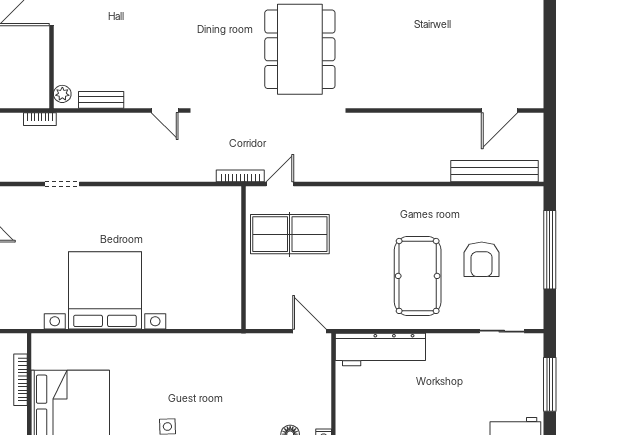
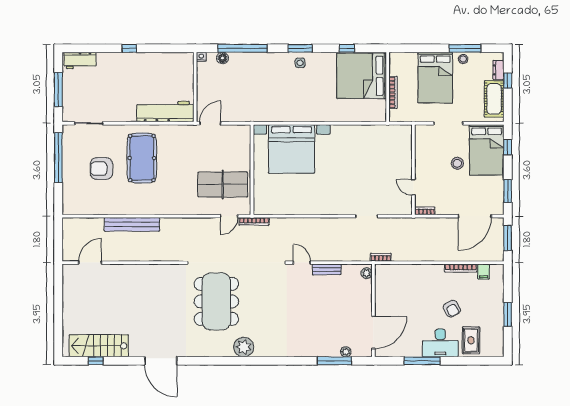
bench: (101, 100) -> (327, 269), moved
bench: (494, 171) -> (132, 224), moved
window: (550, 250) -> (58, 158), moved
armchair: (482, 259) -> (101, 169), turned -90
bed with nightstands: (105, 290) -> (292, 149), moved
door: (309, 331) -> (210, 123), swing flipped

